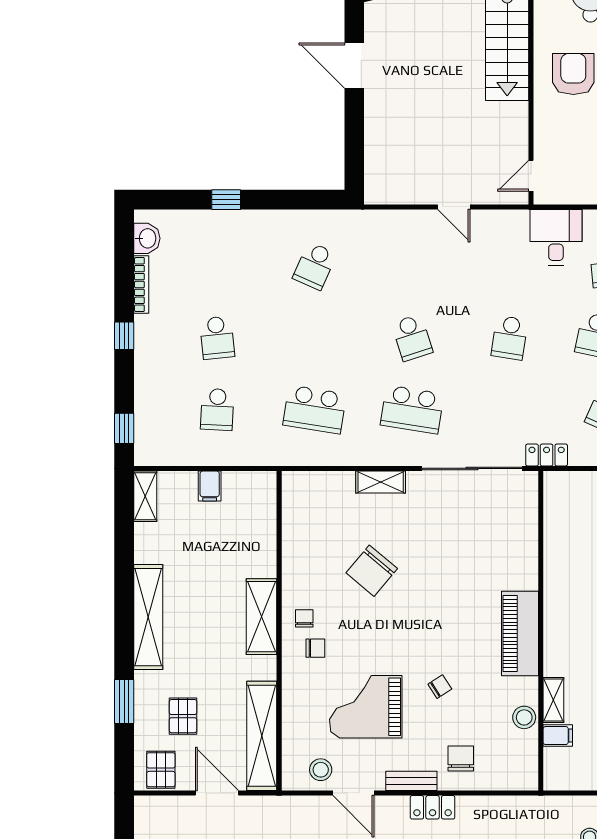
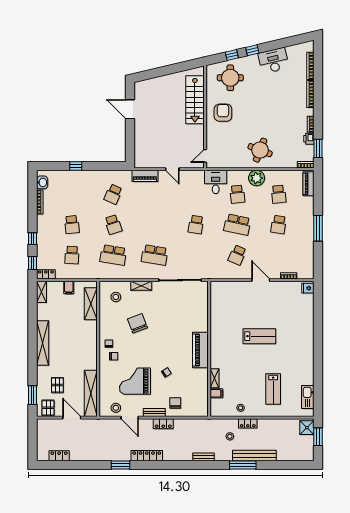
piano: (389, 223) -> (145, 176), added
window: (124, 336) -> (32, 239), moved
school desk: (412, 338) -> (113, 225), moved
locker: (547, 455) -> (46, 274), moved
chair: (372, 571) -> (137, 323), turned 119
shelving: (262, 617) -> (91, 304), moved
window: (124, 701) -> (32, 395), moved
stool: (524, 717) -> (116, 297), moved

